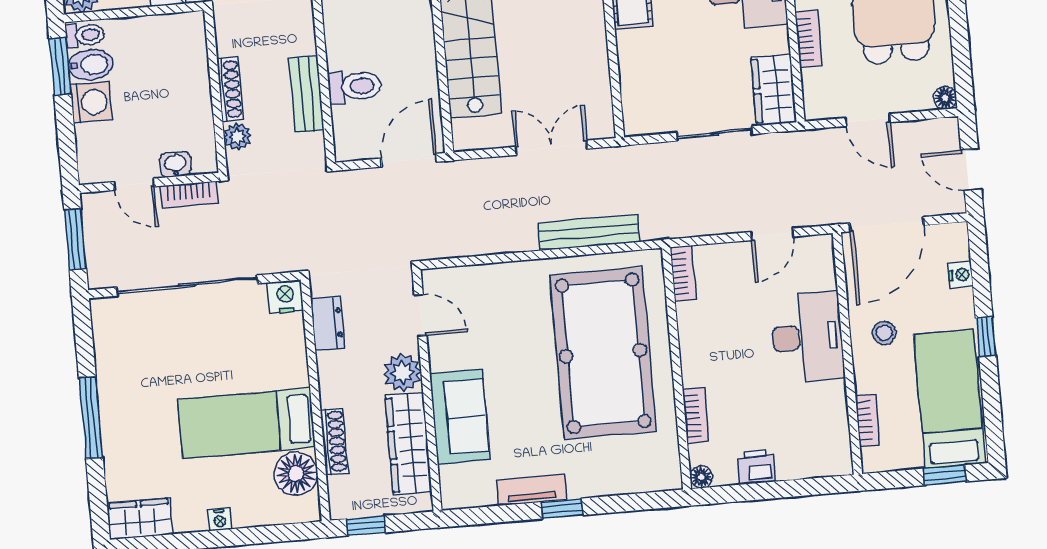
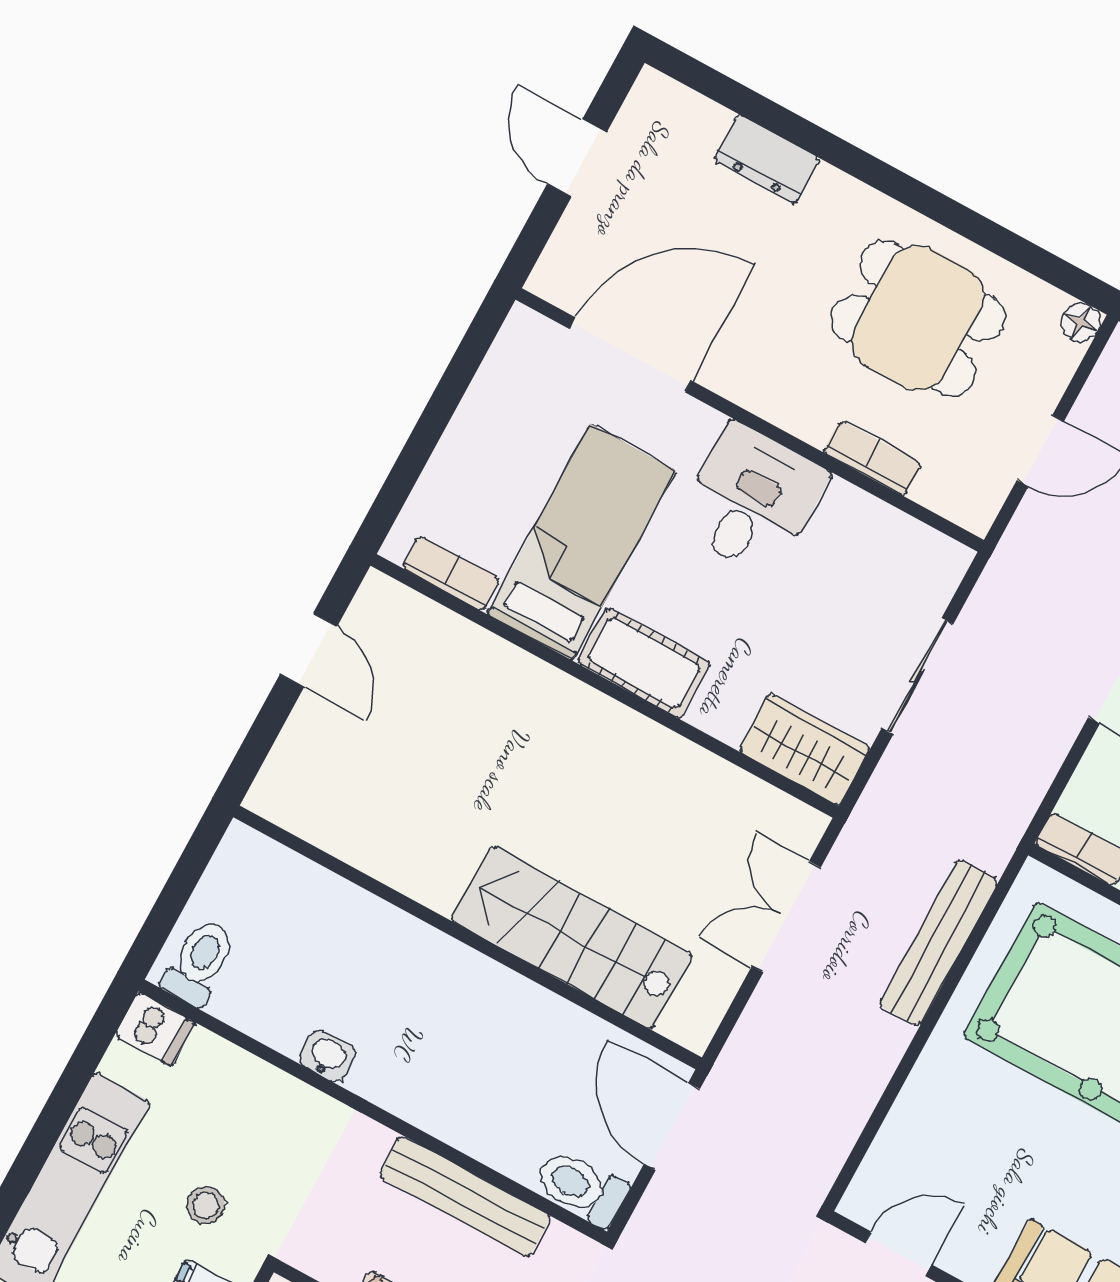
toilet: (355, 86) -> (581, 1187), moved, turned -90
wardrobe: (774, 90) -> (804, 749), moved, turned 180
bench: (307, 94) -> (465, 1197), width x1.36

